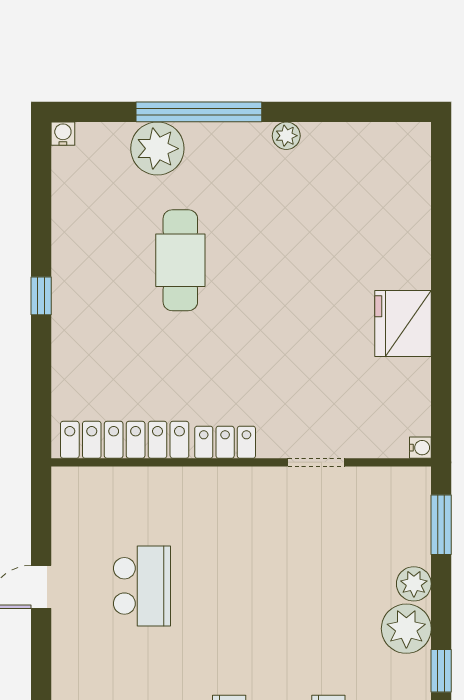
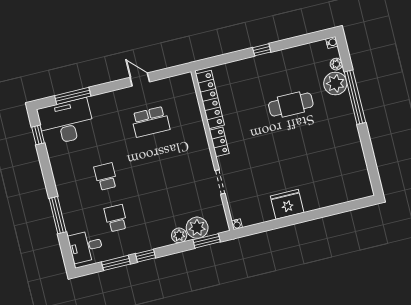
plant: (286, 136) -> (336, 64), moved
plant: (406, 629) -> (197, 228), moved

